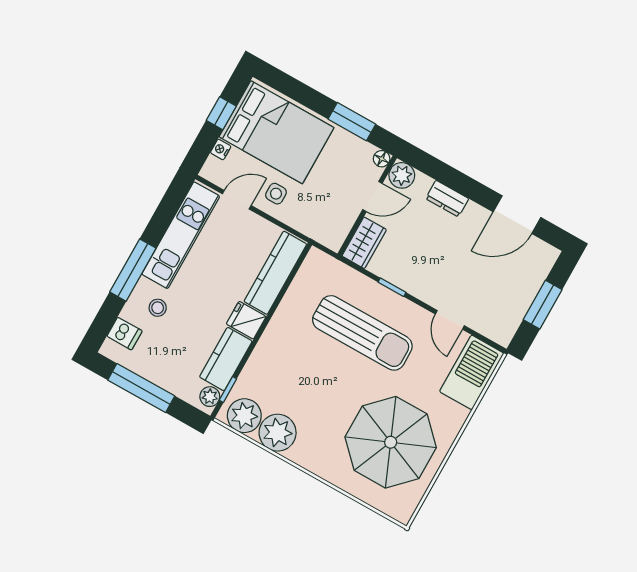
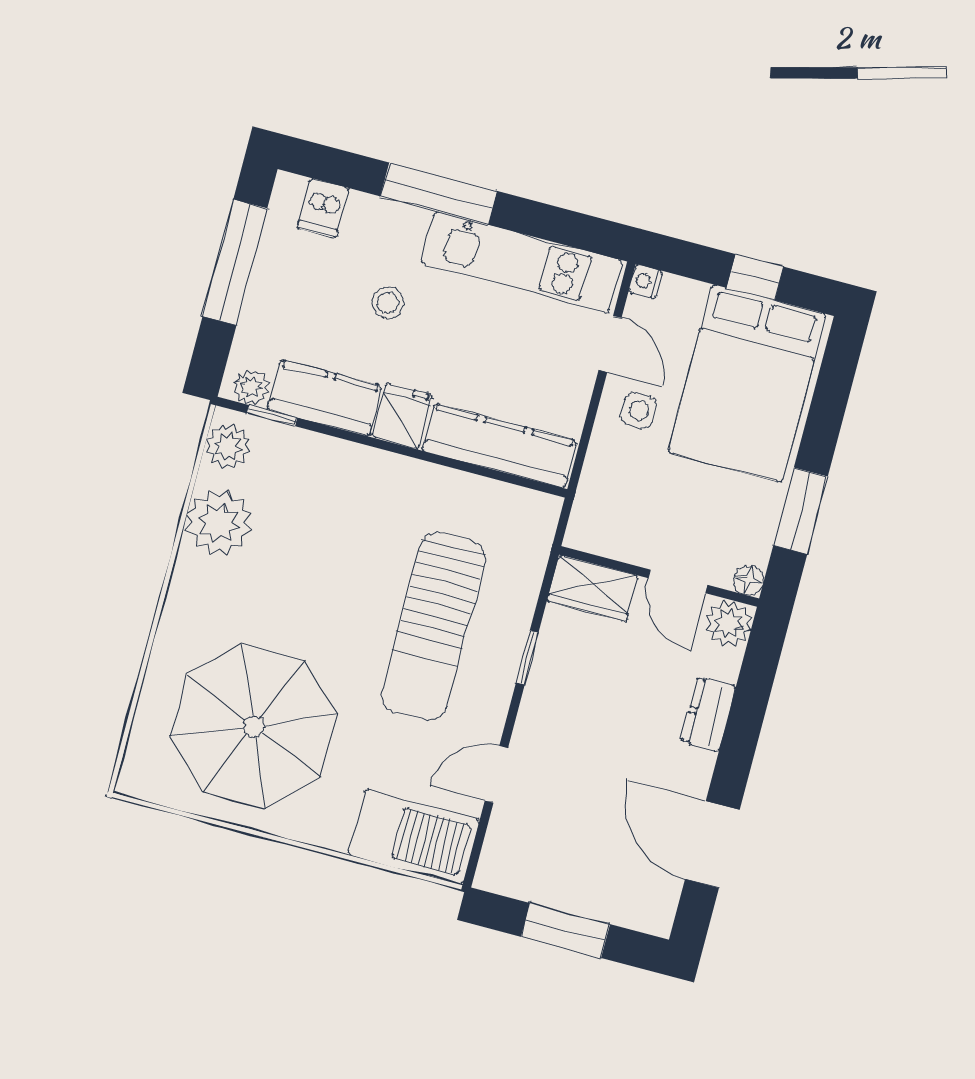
nightstand: (221, 149) -> (646, 282), moved, turned -90
stool: (158, 308) -> (388, 303), moved
plant: (244, 416) -> (228, 446), width x0.73, depth x0.73

